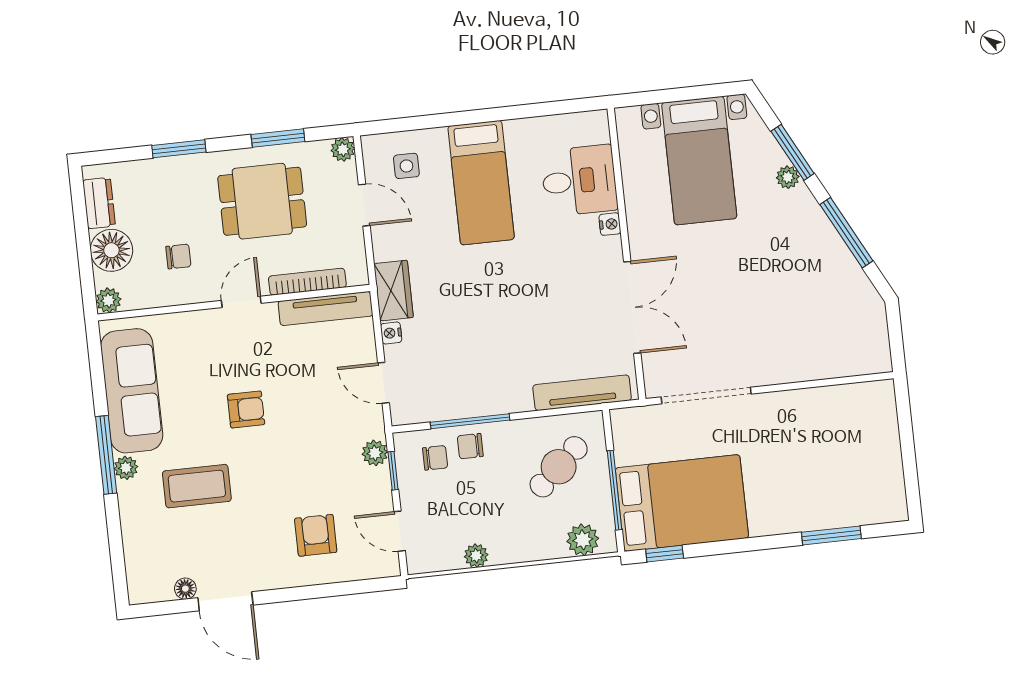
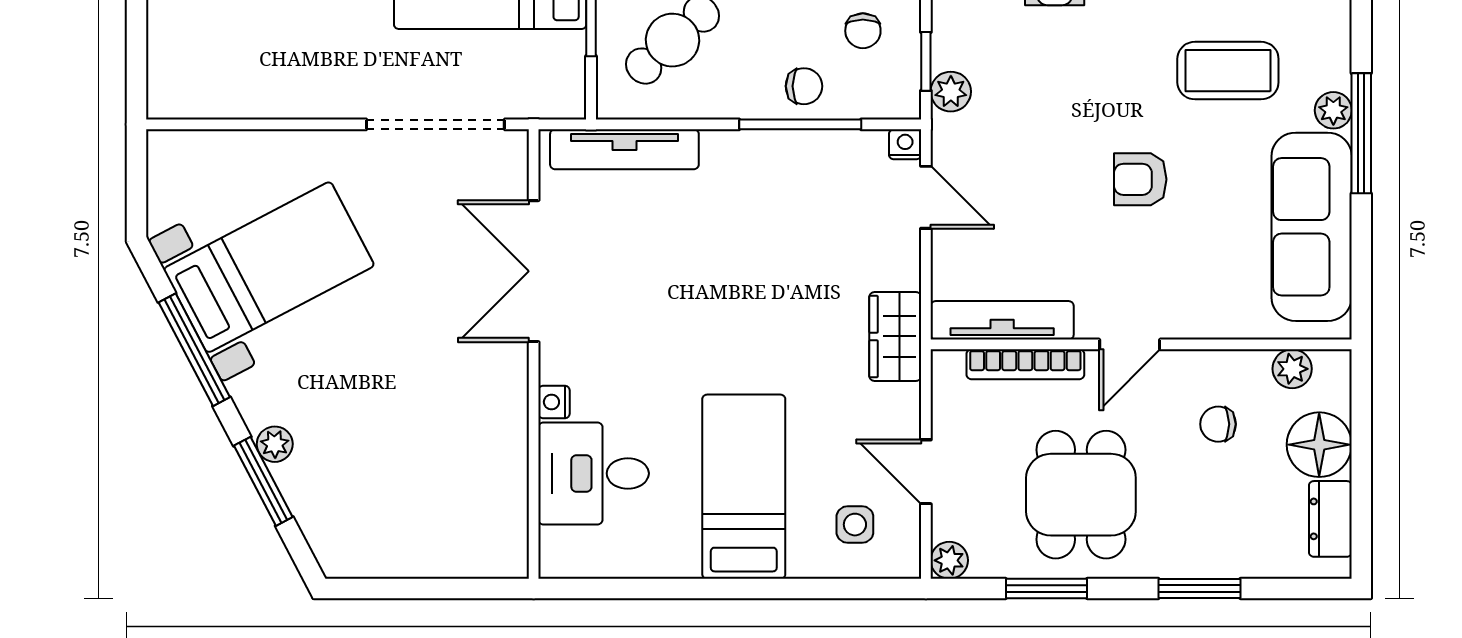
bed with nightstands: (699, 161) -> (269, 267), moved, turned 62
dining table: (262, 201) -> (1081, 495), turned 90
plant: (108, 300) -> (1292, 369), moved
nightstand: (391, 333) -> (905, 144), moved, turned -90
chair: (435, 458) -> (863, 31), moved, turned -90

